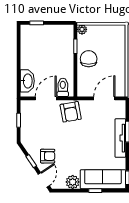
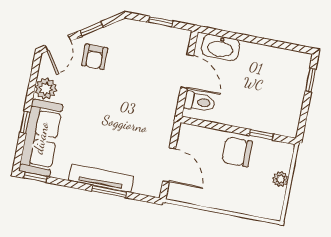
plant: (82, 29) -> (280, 179), moved
chair: (89, 59) -> (237, 152), turned 180
armchair: (71, 112) -> (158, 107), removed
door: (44, 180) -> (58, 43), hinge flipped

